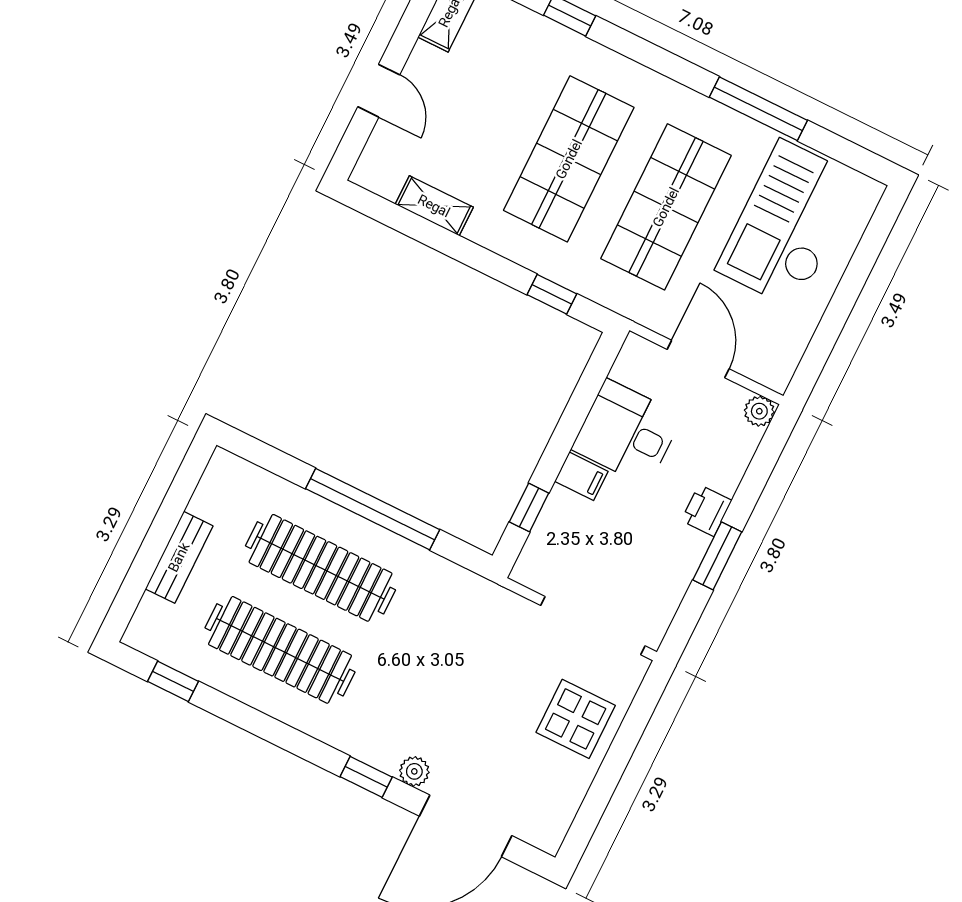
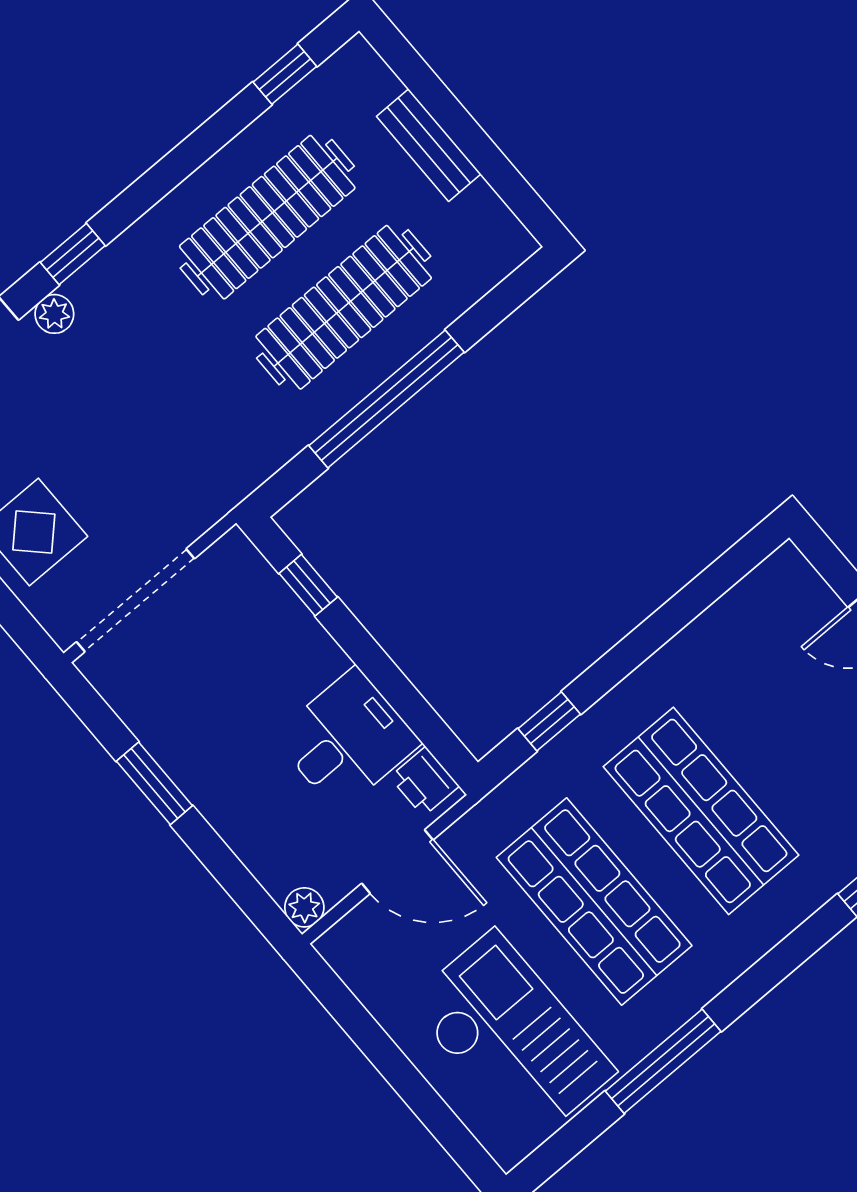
shelving: (434, 206) -> (714, 628), removed
filing cabinet: (581, 476) -> (318, 663), removed
printer: (706, 510) -> (424, 782), moved, turned 180

